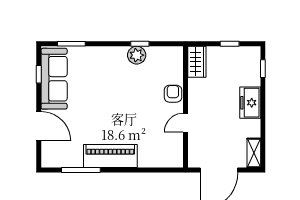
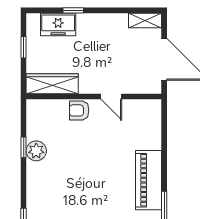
wardrobe: (197, 62) -> (52, 84), width x1.50
window: (263, 69) -> (73, 10), moved
freezer: (250, 103) -> (58, 24), moved

